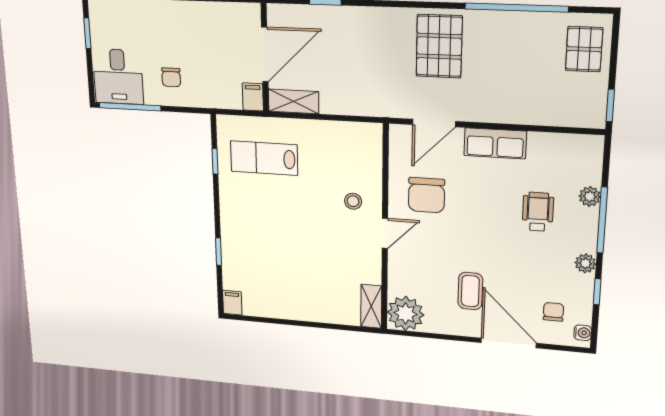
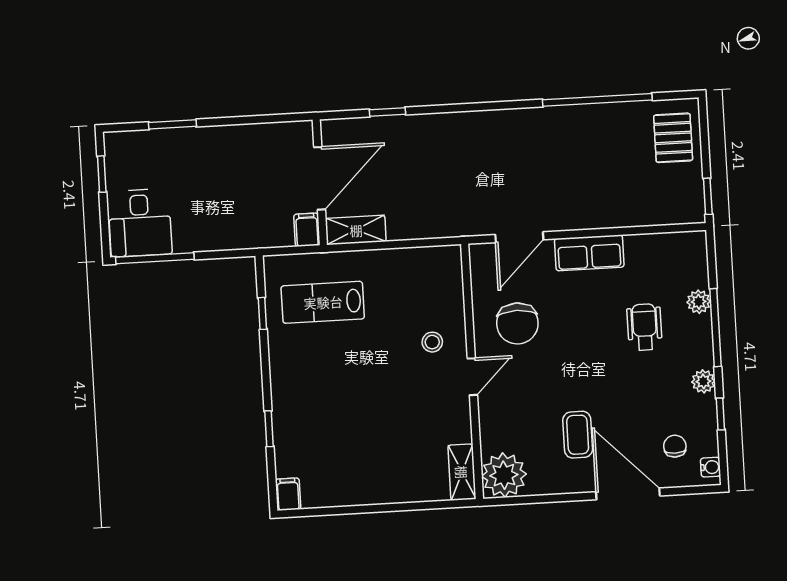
pallet: (439, 46) -> (518, 150), removed
chair: (171, 77) -> (207, 217), removed

